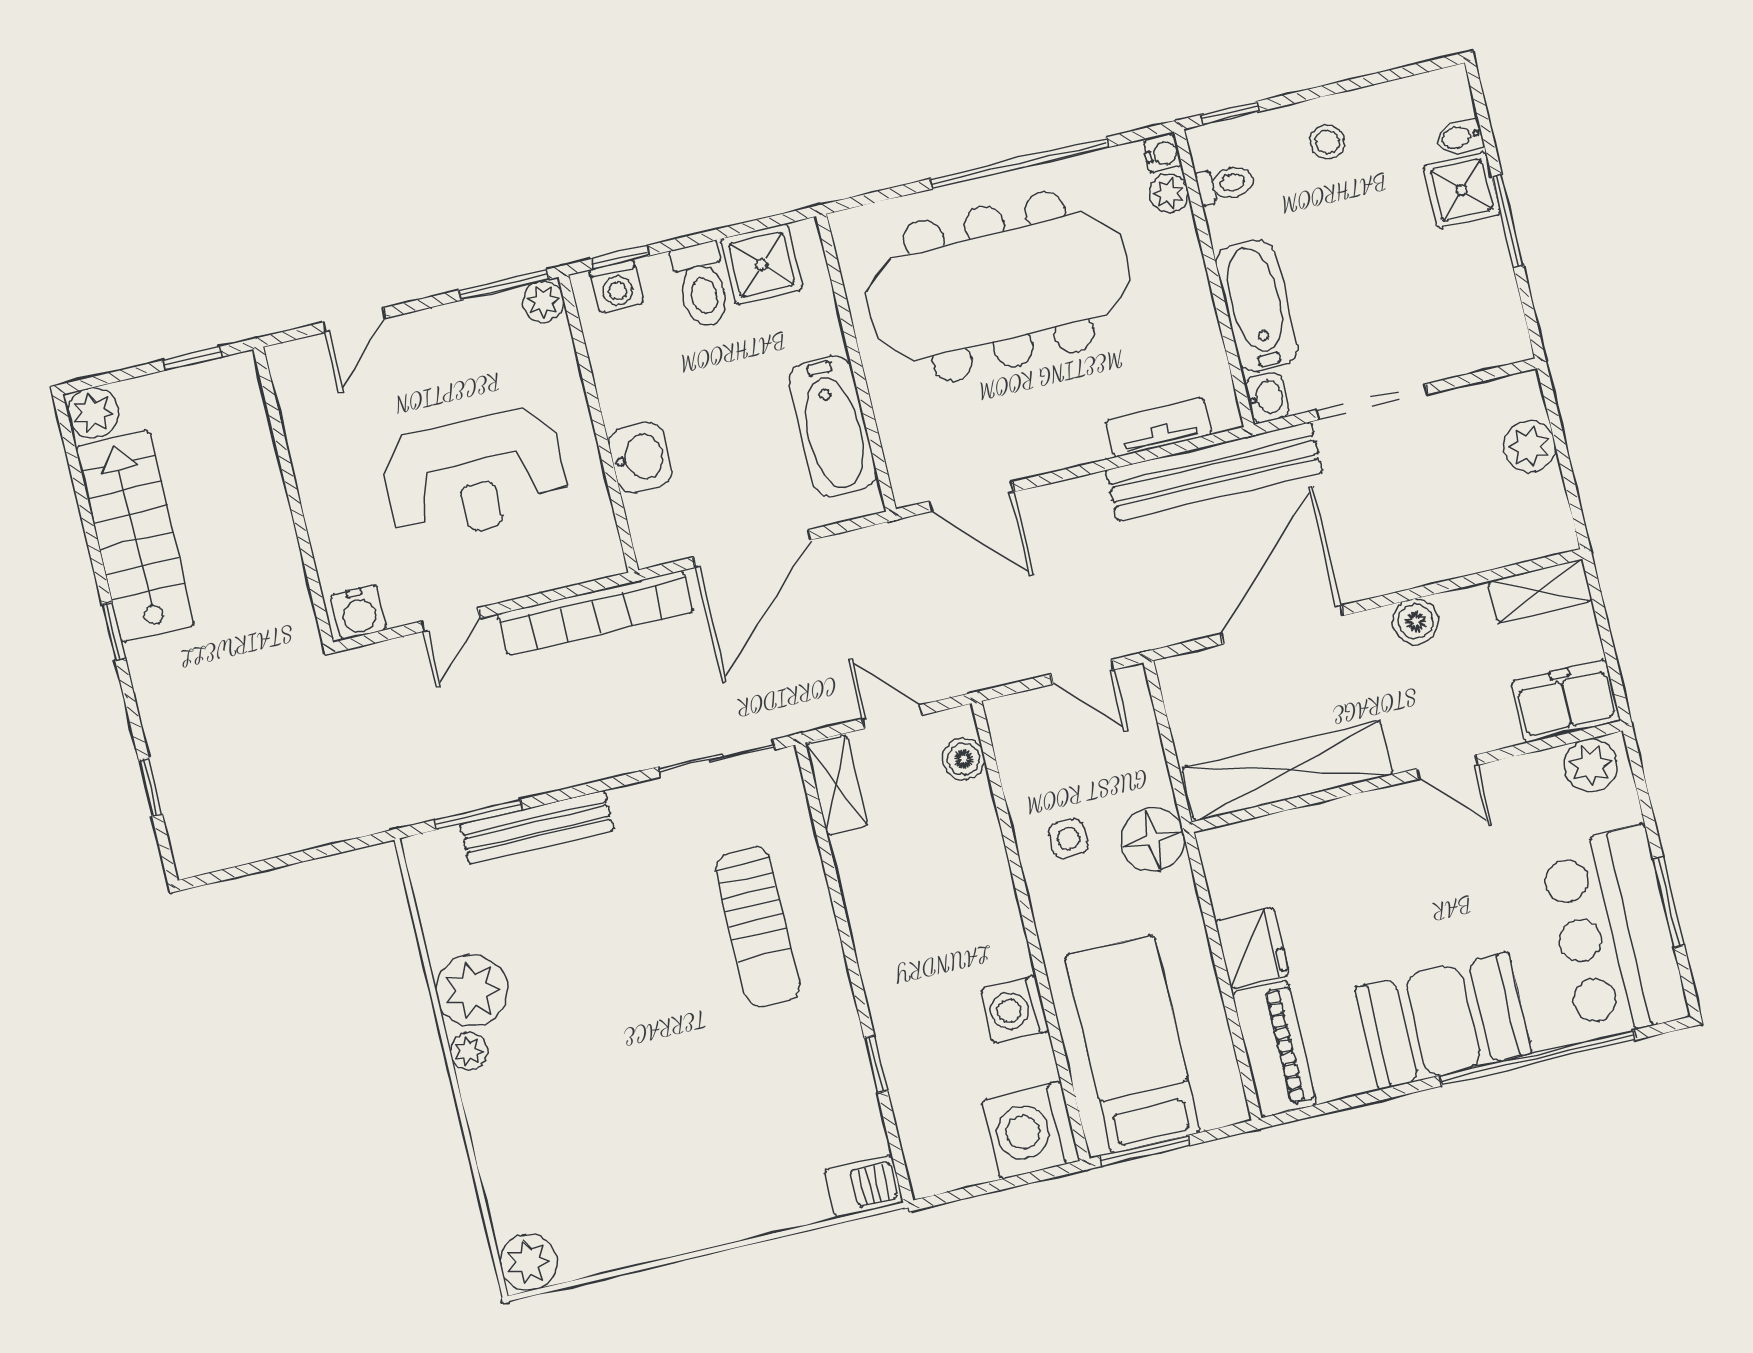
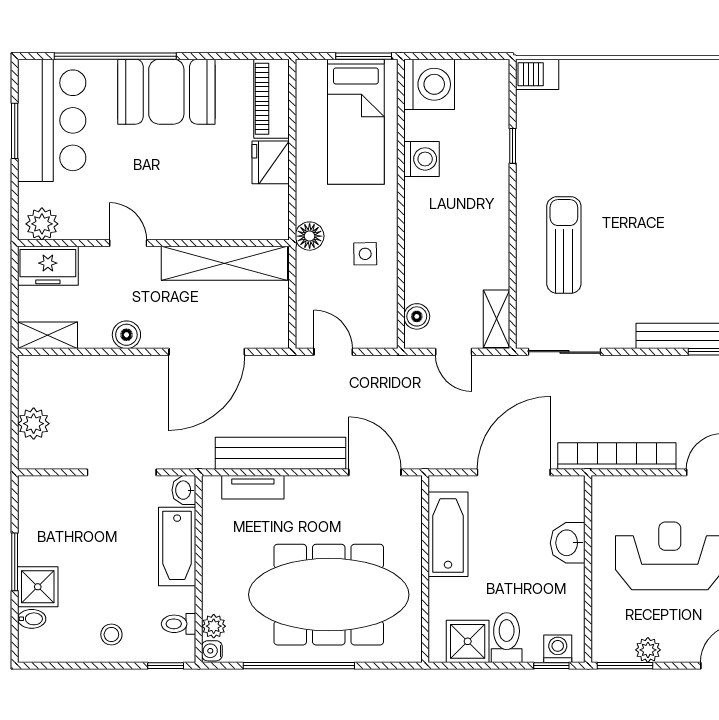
plant: (543, 302) -> (648, 650), moved
bench: (1214, 471) -> (281, 453), moved
floor lamp: (1153, 840) -> (310, 236), width x0.73, depth x0.73

